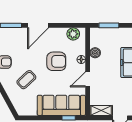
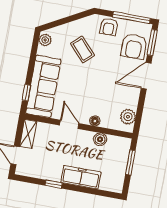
door: (38, 25) -> (146, 76), hinge flipped
armchair: (56, 61) -> (134, 46), moved
plant: (24, 111) -> (45, 40), added

